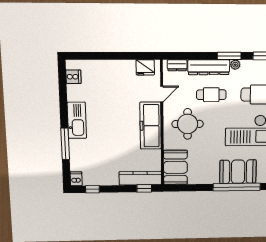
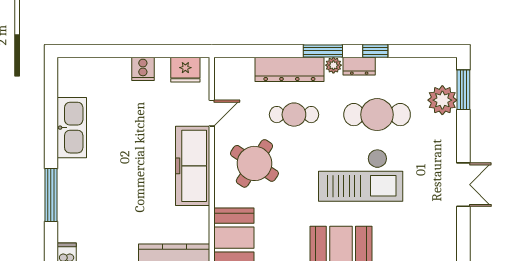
dresser: (177, 65) -> (359, 66), moved
cooker: (73, 77) -> (143, 69), moved, turned 90
kitchen sink: (77, 120) -> (72, 128), moved
round table: (188, 124) -> (254, 163), turned 33

